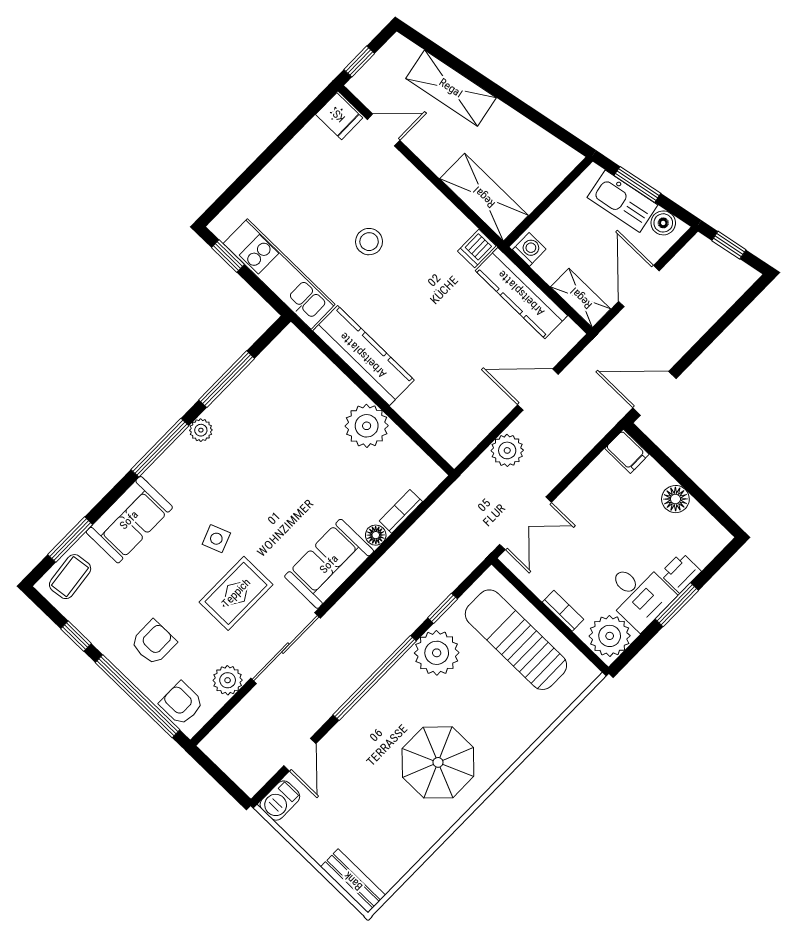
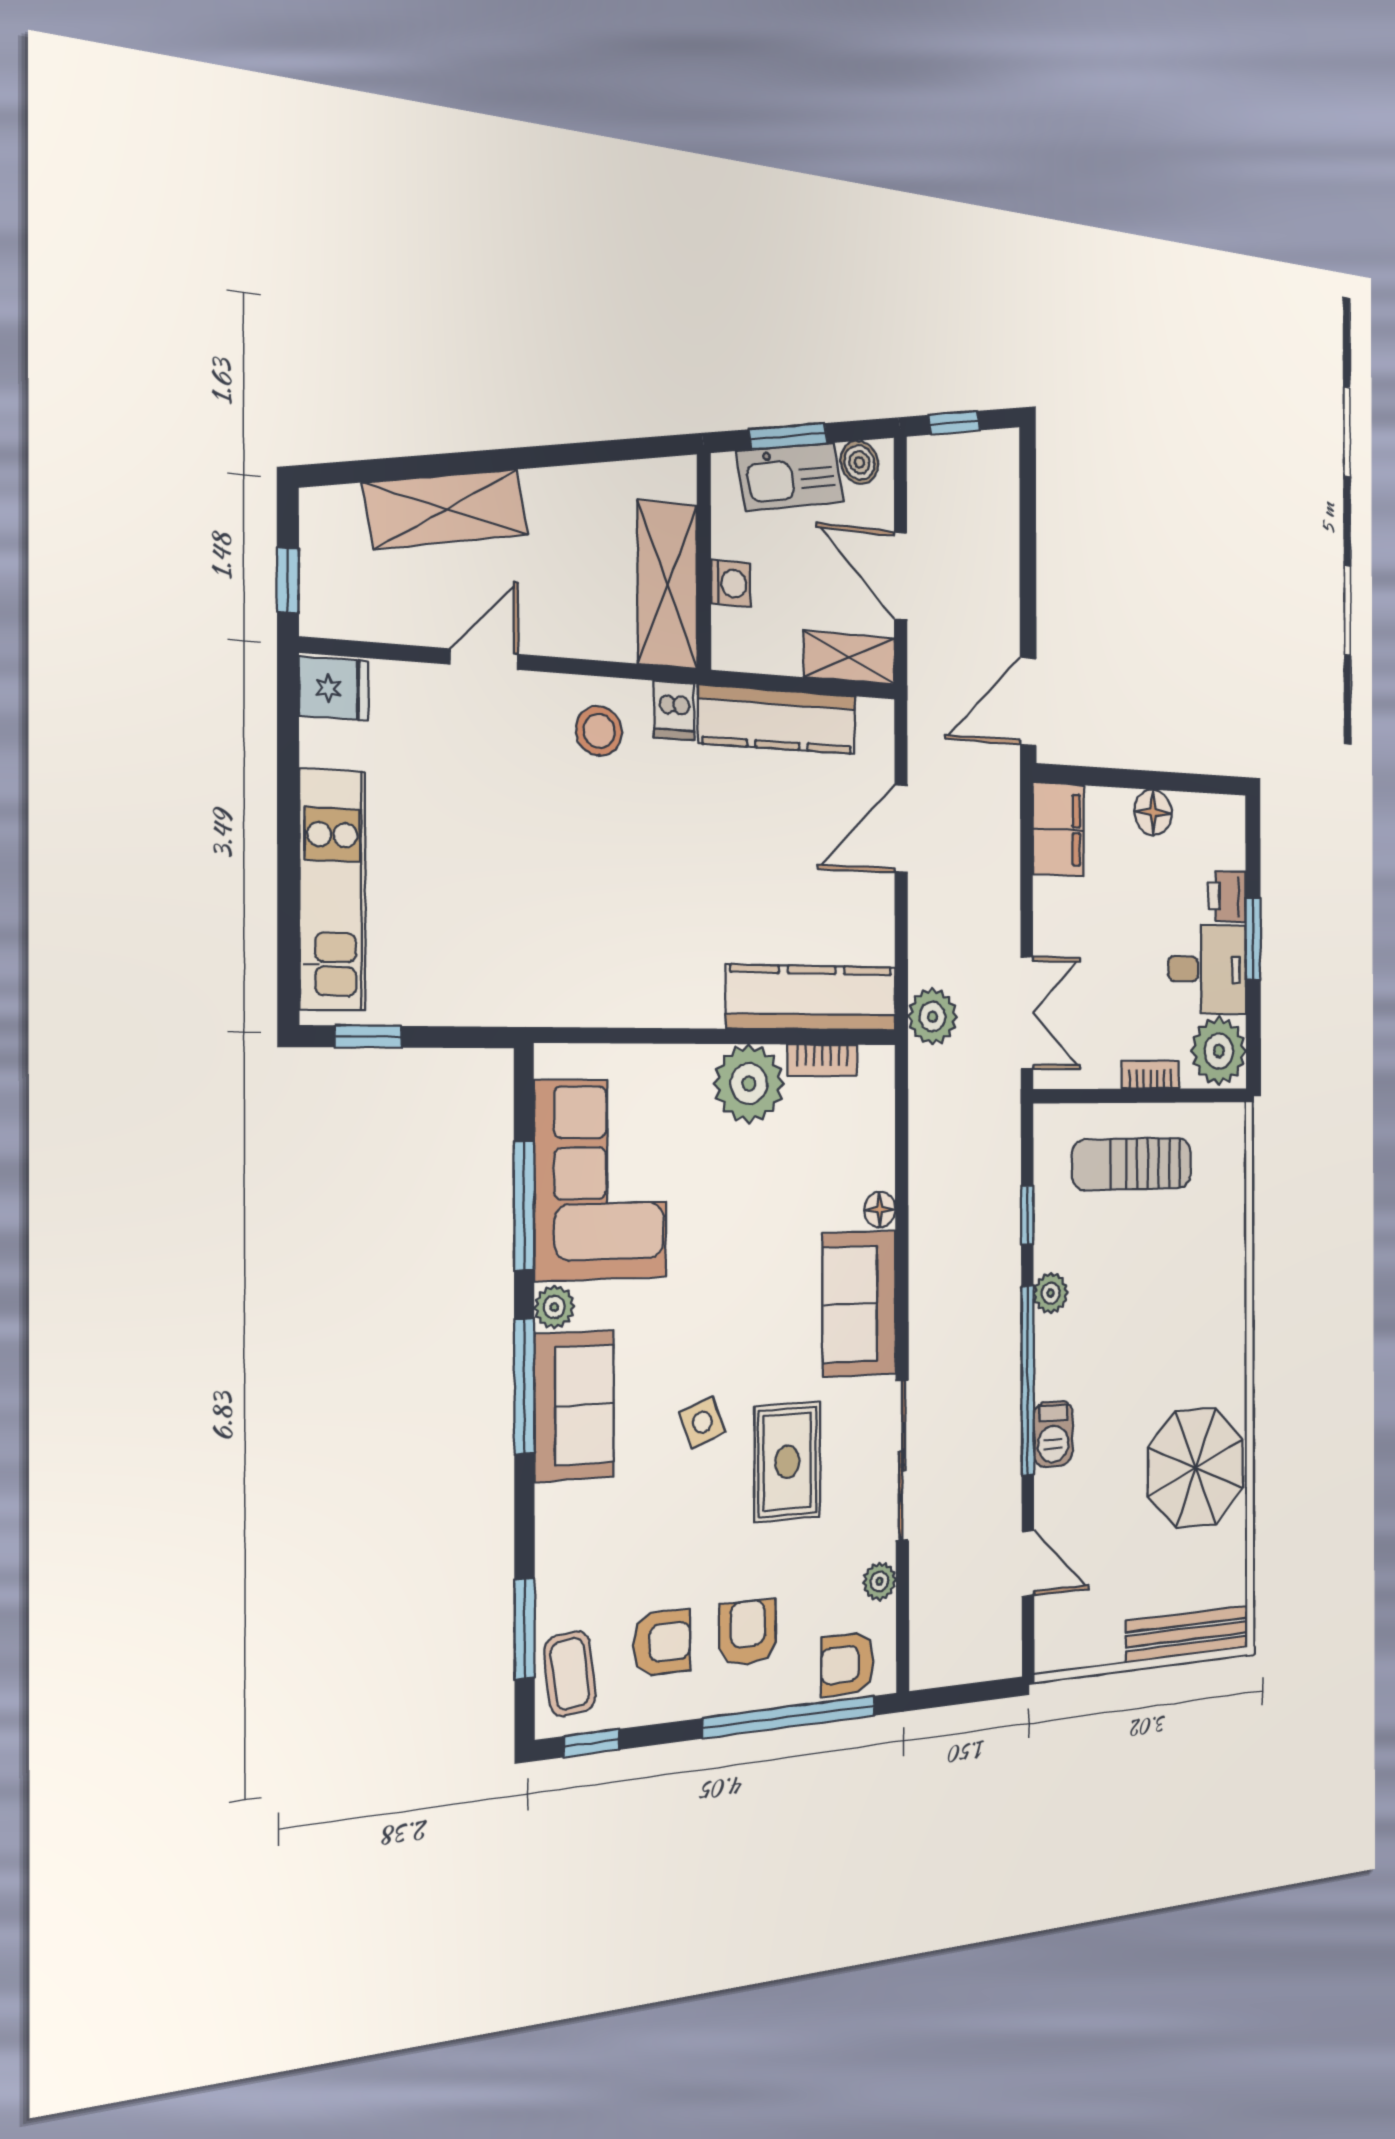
door: (384, 130) -> (484, 659), moved
shelving: (484, 197) -> (667, 584), moved, turned 90
stool: (369, 242) -> (599, 731), moved
washing machine: (529, 249) -> (731, 583), moved, turned 90
kitchen unit: (279, 274) -> (332, 890), moved, turned 90
kitchen counter: (363, 355) -> (812, 998), moved
corner sofa: (267, 401) -> (601, 1179), added
plant: (507, 450) -> (932, 1017), moved
filing cabinet: (627, 451) -> (1058, 829), width x2.00
bookcase: (401, 511) -> (822, 1060), moved, turned -90
sofa: (129, 520) -> (574, 1406), moved
armchair: (116, 606) -> (662, 1643), added
window: (76, 636) -> (592, 1743), moved
sun lounger: (516, 640) -> (1132, 1164), width x0.73, depth x0.75
plant: (437, 653) -> (1051, 1293), width x0.53, depth x0.53
plant: (228, 680) -> (879, 1581), width x0.73, depth x0.73
parasol: (438, 762) -> (1196, 1468), moved
barbecue: (280, 801) -> (1053, 1434), moved
bench: (353, 881) -> (1187, 1634), width x1.36

